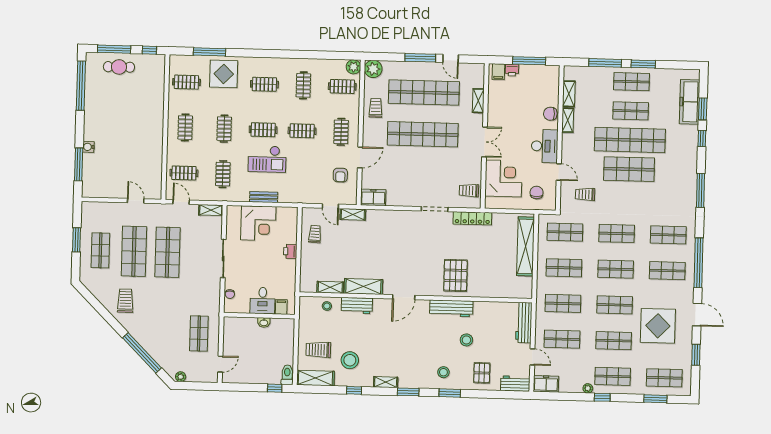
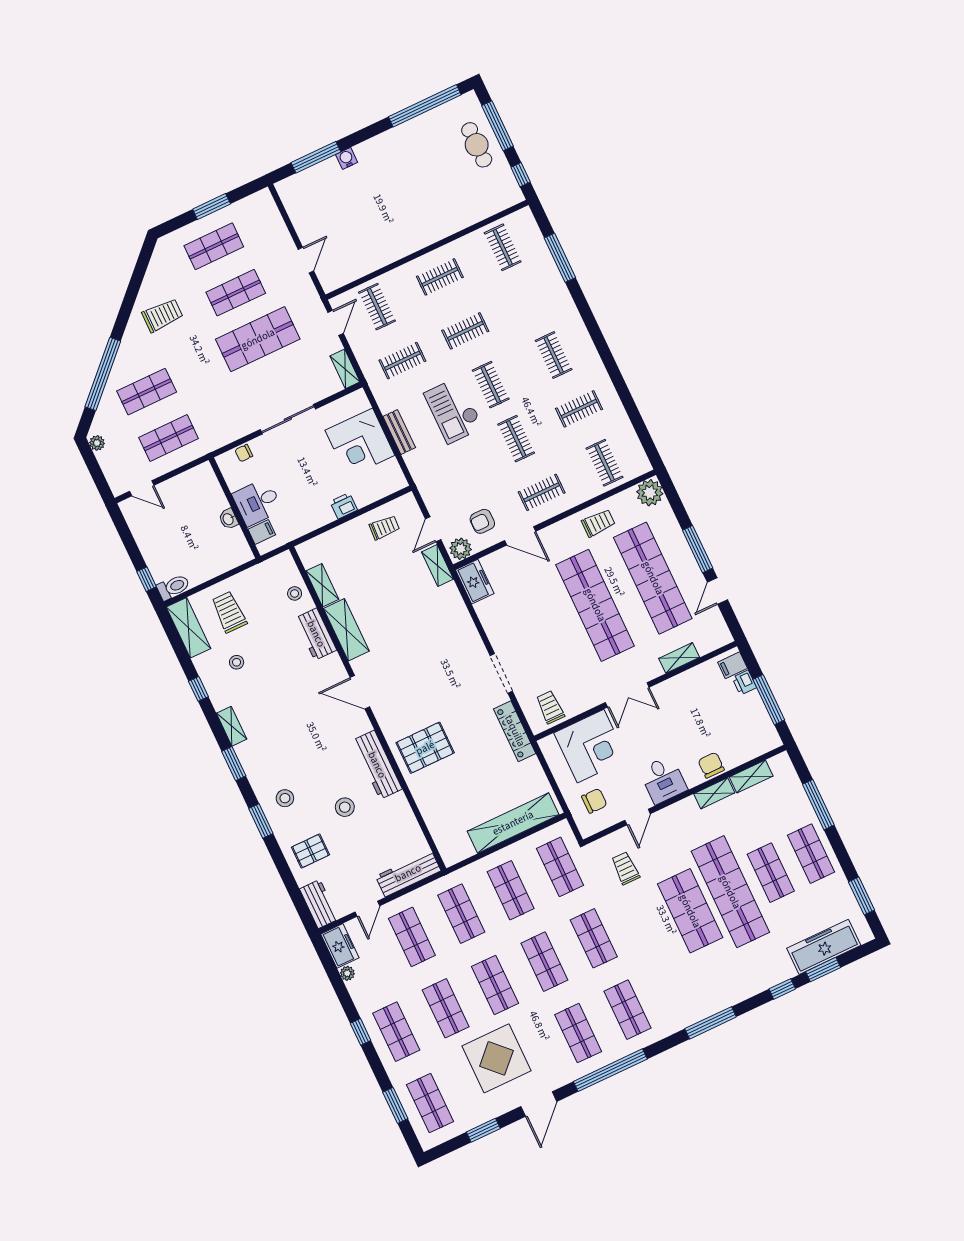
window: (643, 64) -> (862, 896), moved
plant: (353, 67) -> (461, 549), moved
display table: (224, 74) -> (540, 292), removed
desk: (545, 146) -> (663, 780), width x0.73
shop shelf: (134, 251) -> (236, 293), width x0.70, depth x0.74
shop shelf: (165, 333) -> (147, 392), added
stool: (350, 360) -> (237, 662), width x0.53, depth x0.53
plant: (588, 388) -> (347, 973), moved

